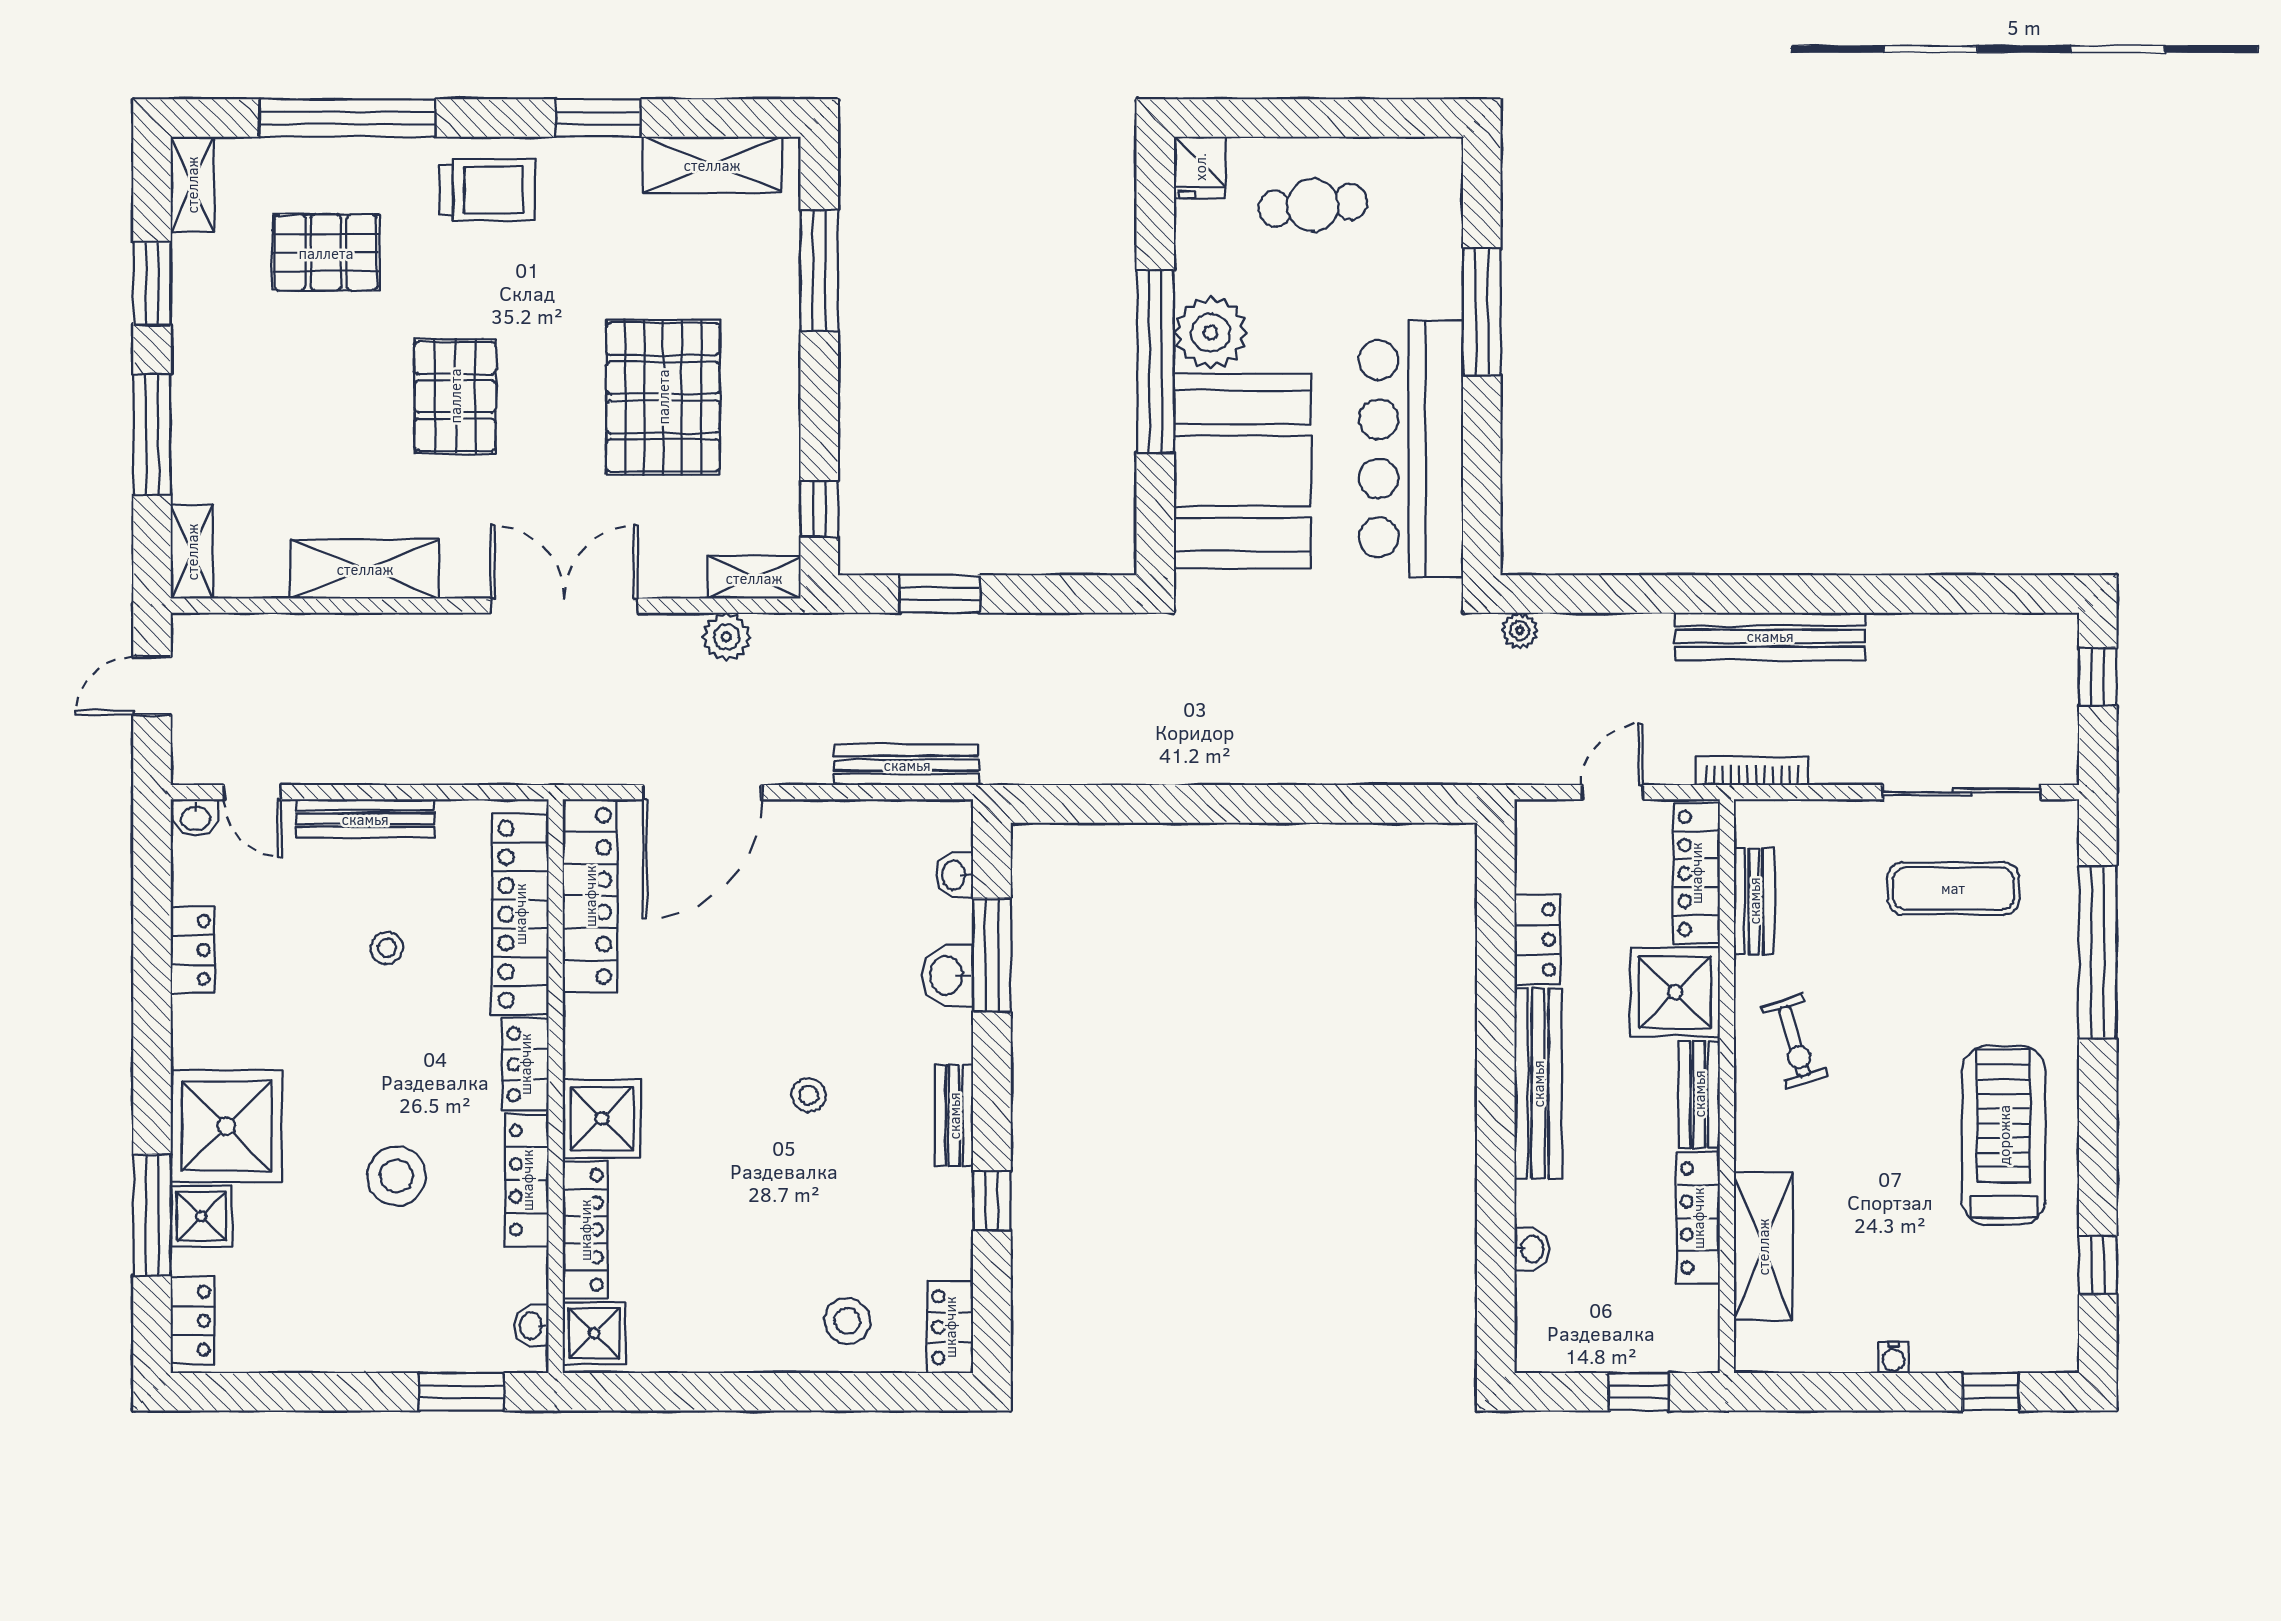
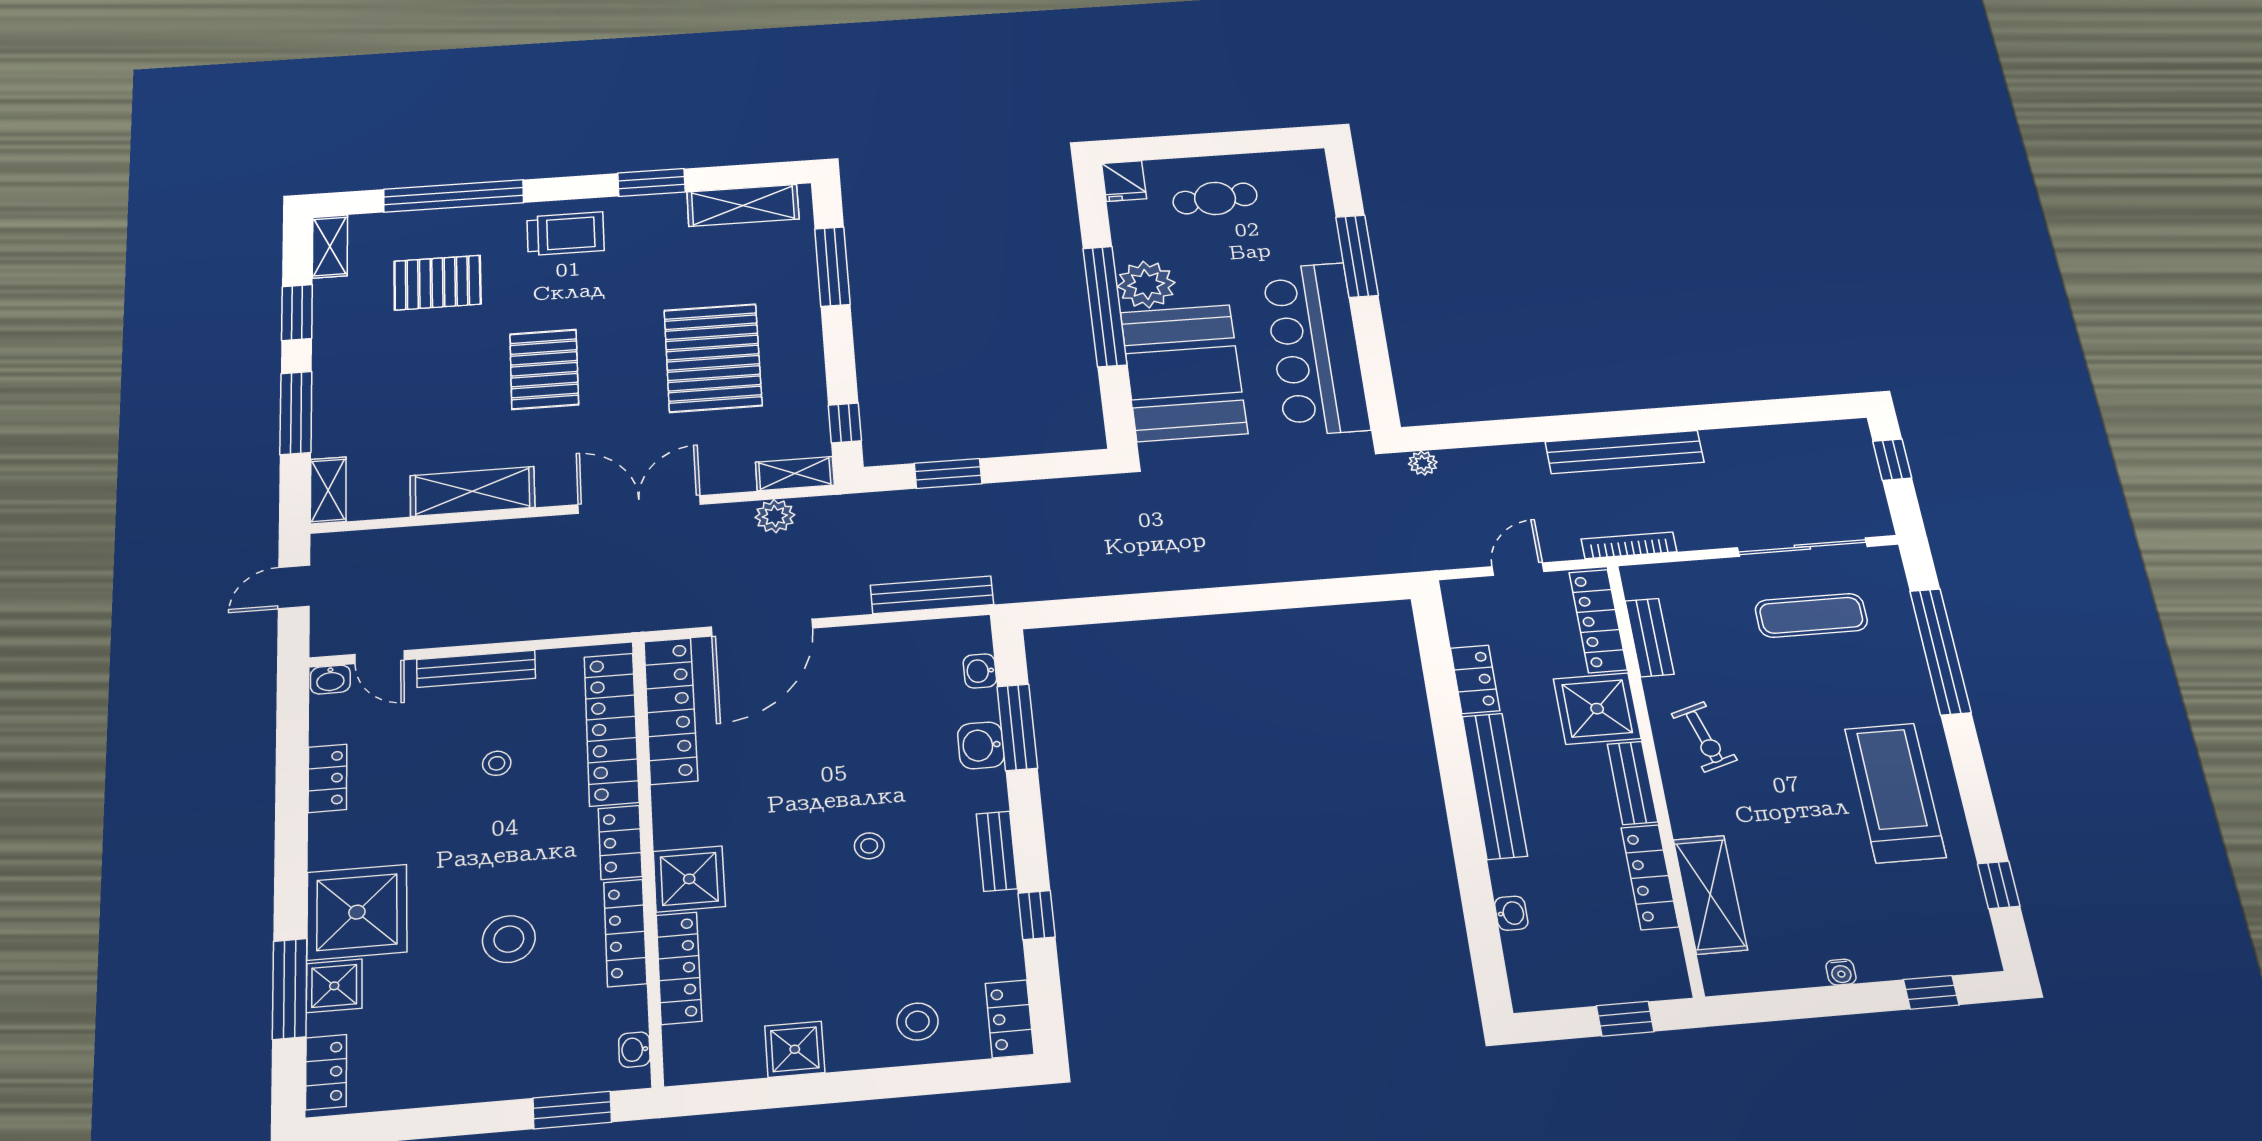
shower: (594, 1333) -> (795, 1049), moved

